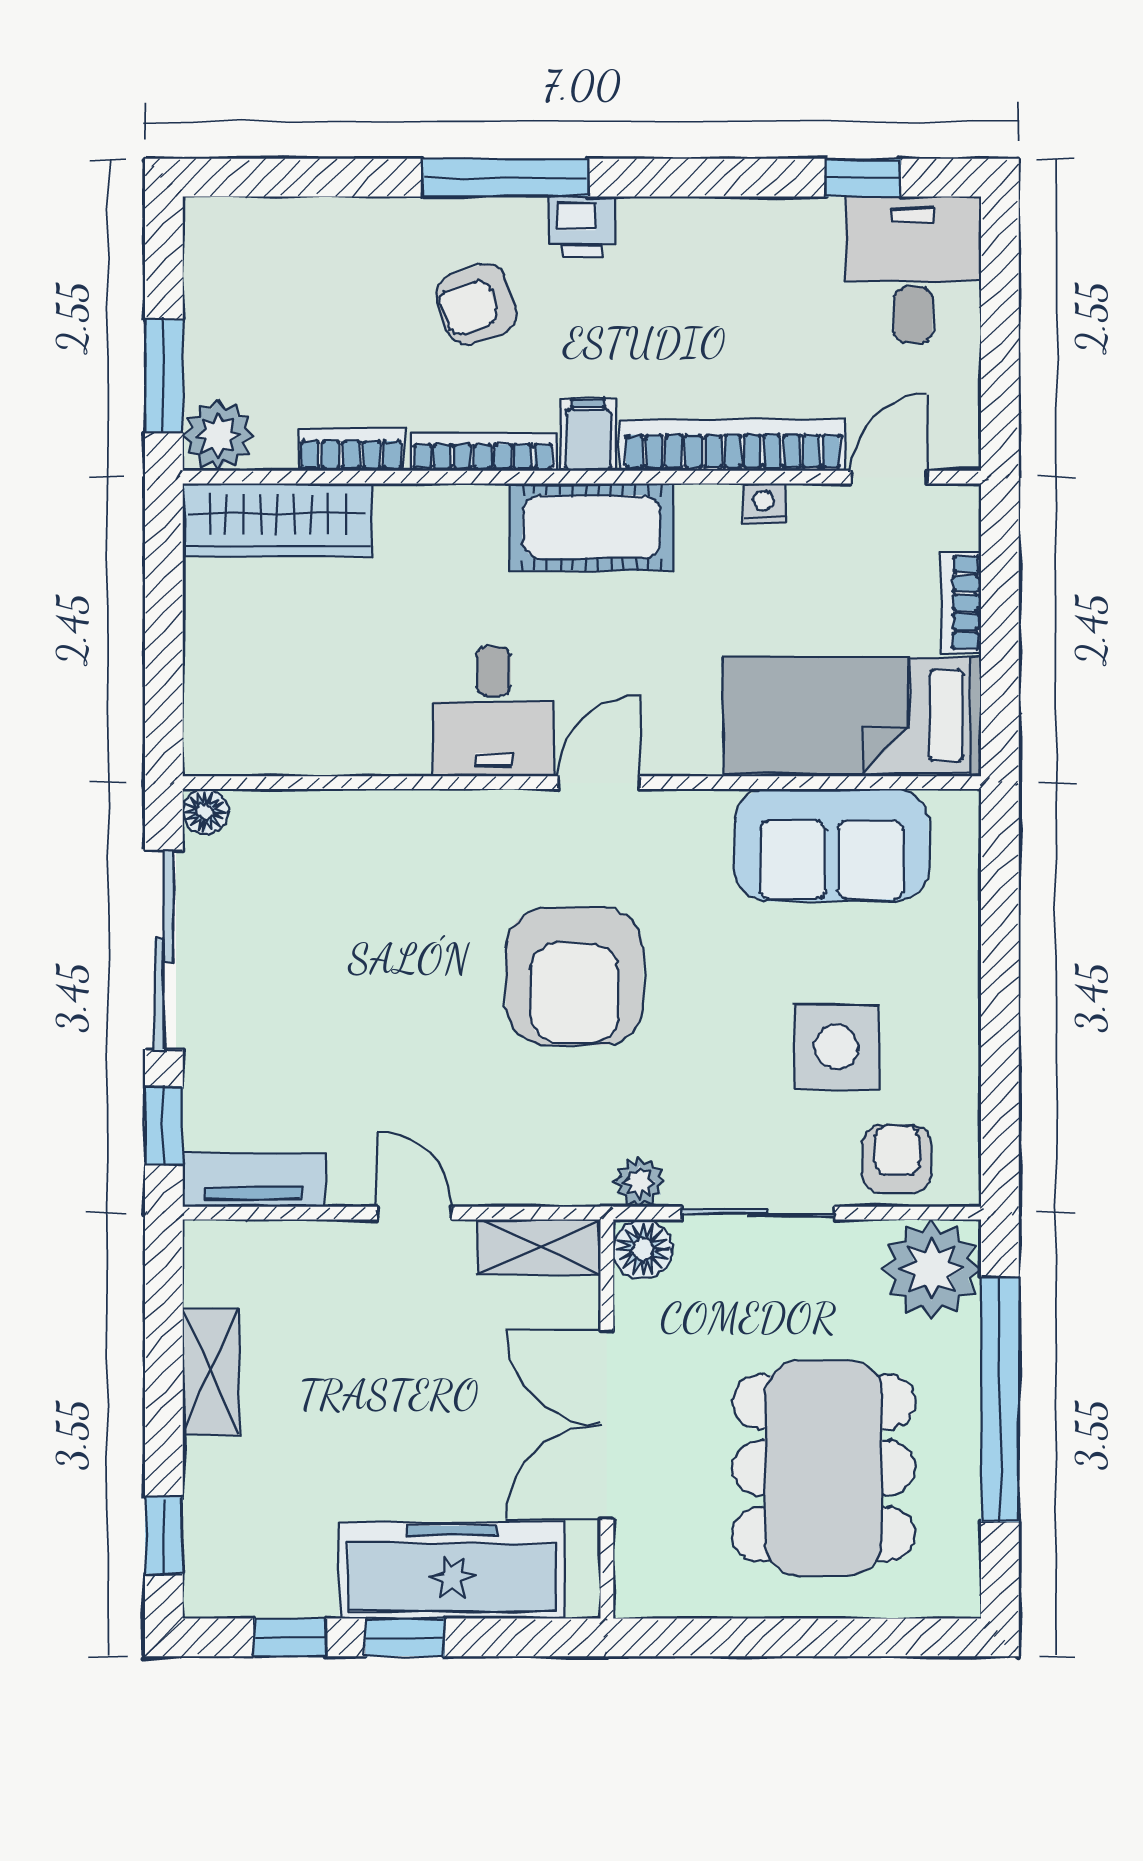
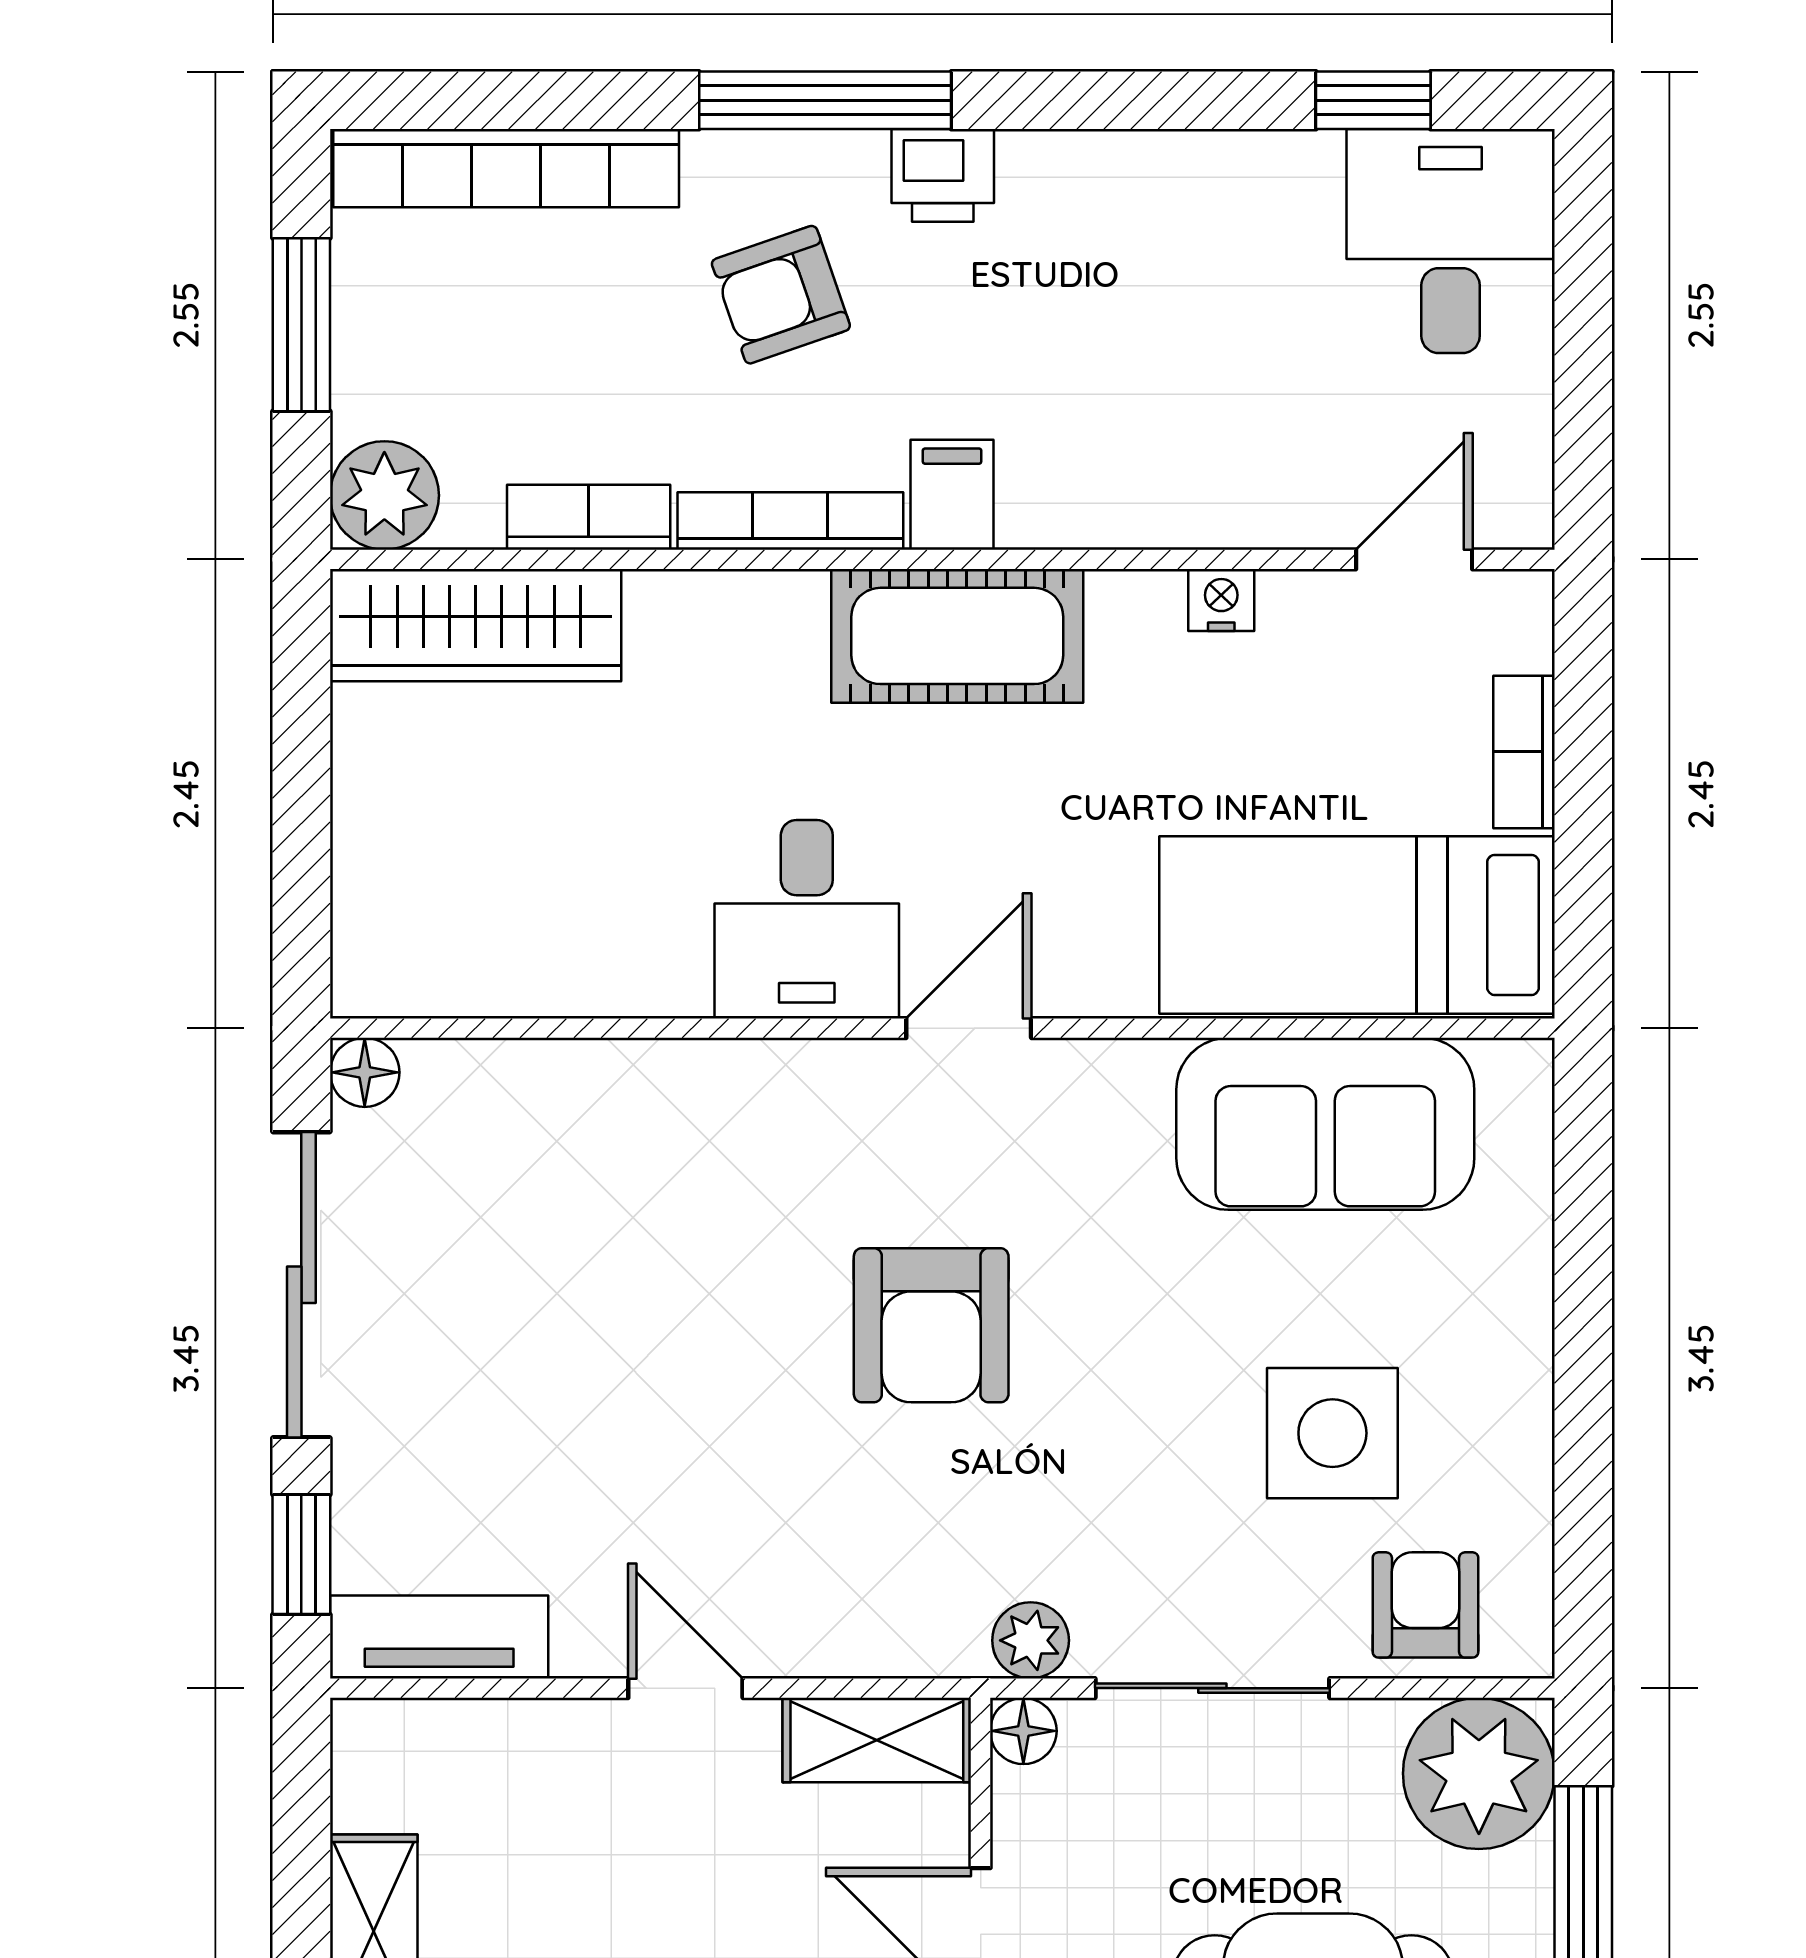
window: (164, 376) -> (301, 325), moved
bookcase: (733, 445) -> (506, 168), moved, turned 180
armchair: (575, 976) -> (931, 1325), width x0.73, depth x0.73
floor lamp: (643, 1249) -> (1023, 1731), width x0.73, depth x0.73

